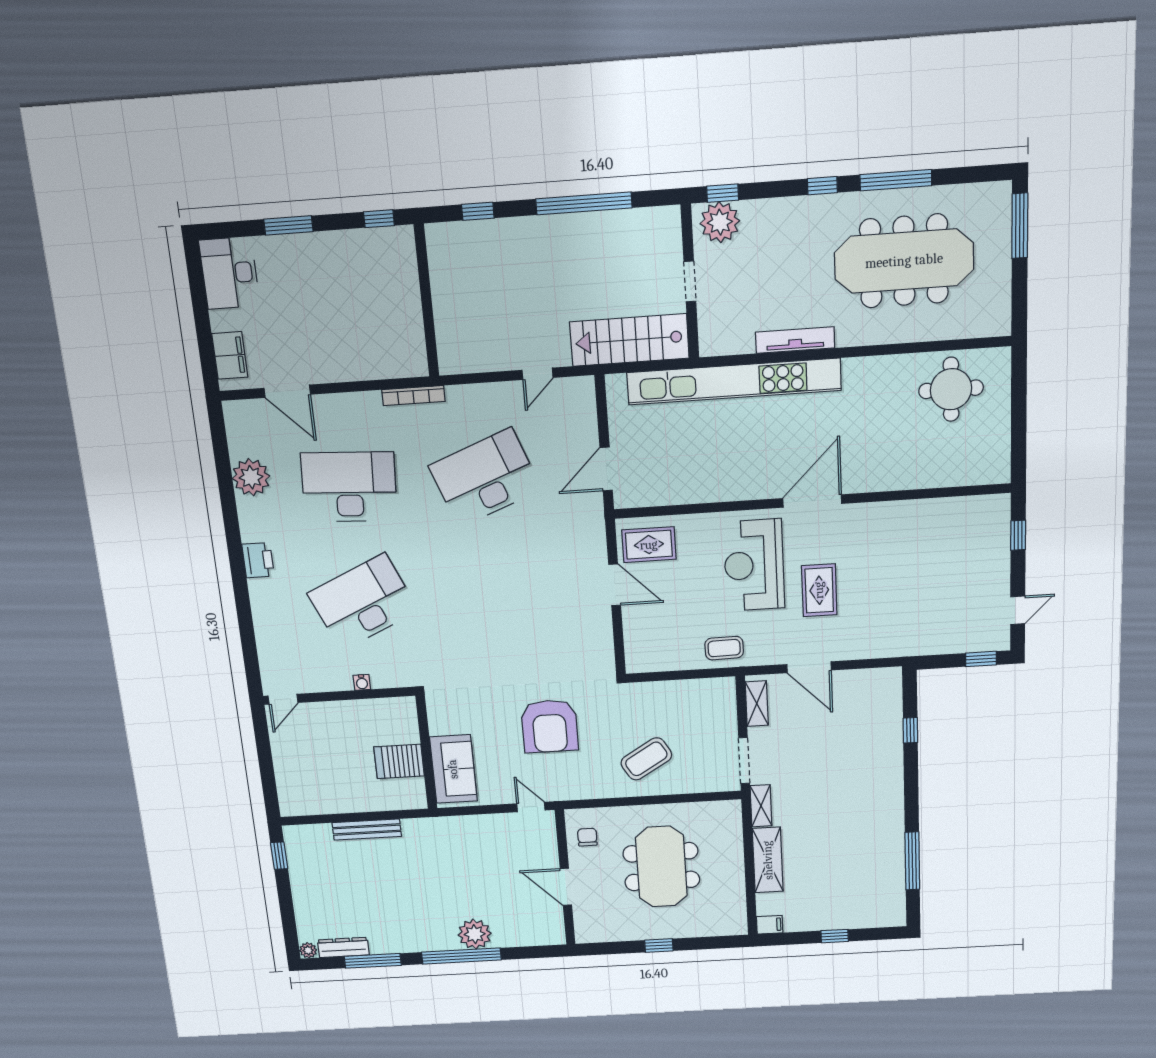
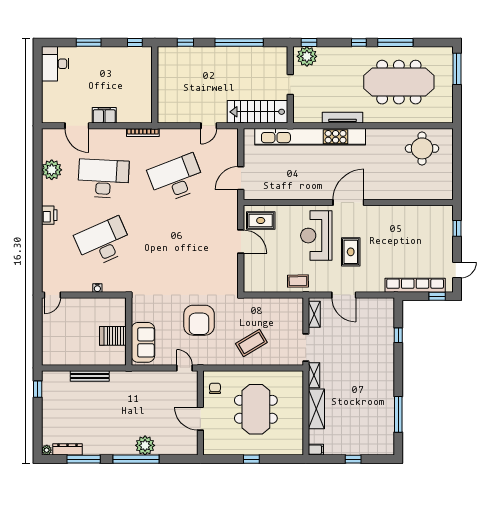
filing cabinet: (230, 355) -> (104, 115), moved, turned -90
row of seats: (940, 642) -> (415, 285), added

